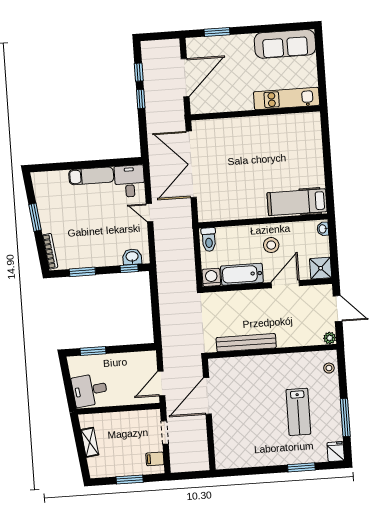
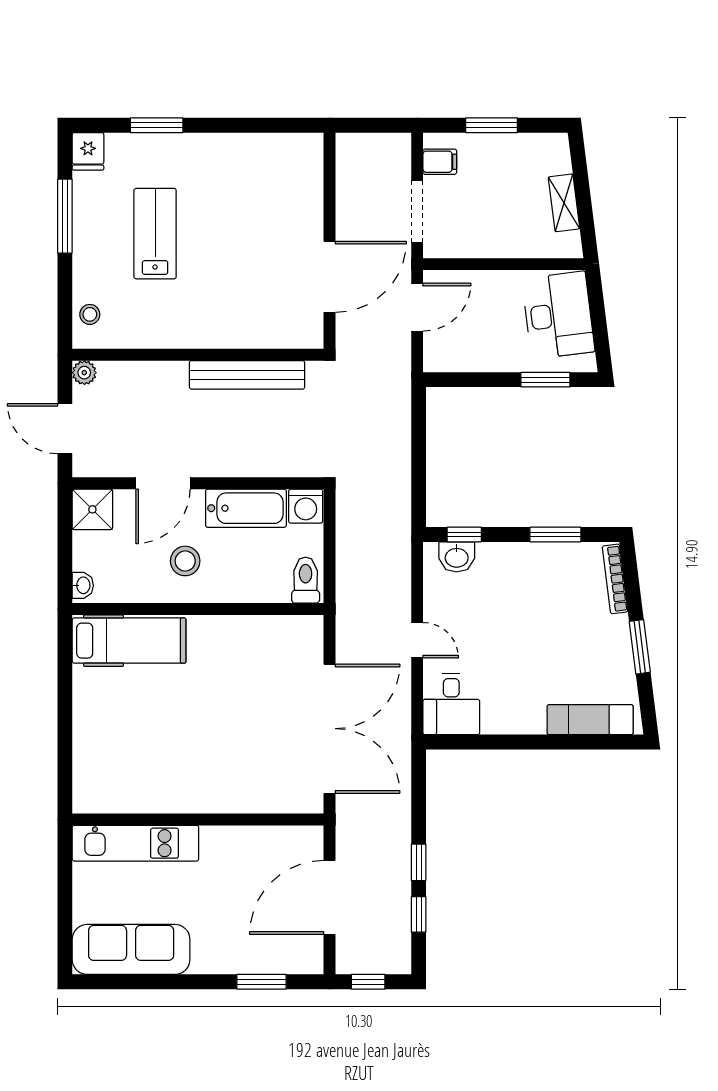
window: (162, 36) -> (368, 982), added
exam couch: (91, 176) -> (590, 720), moved
desk: (90, 390) -> (558, 315), width x1.37
doorway: (165, 432) -> (417, 212), width x1.38

